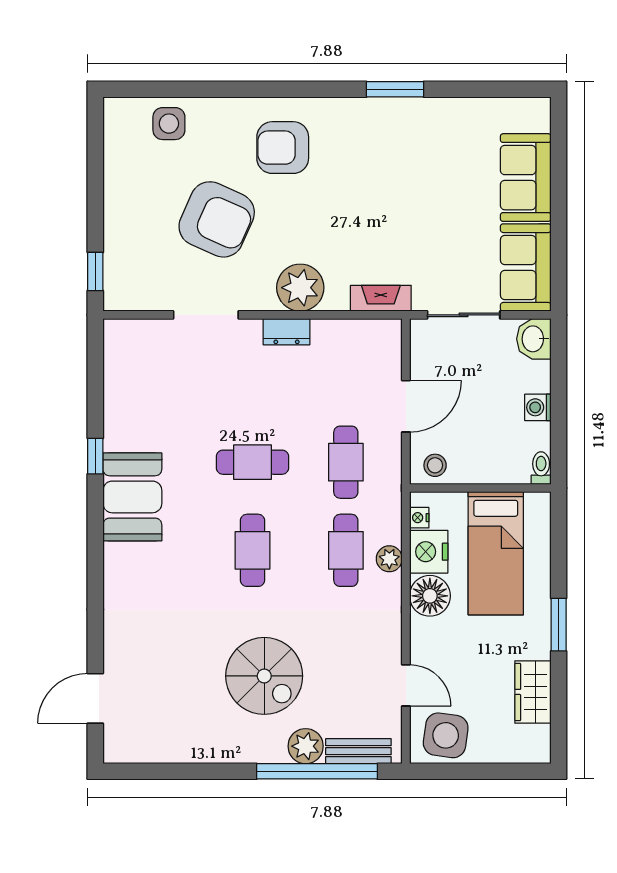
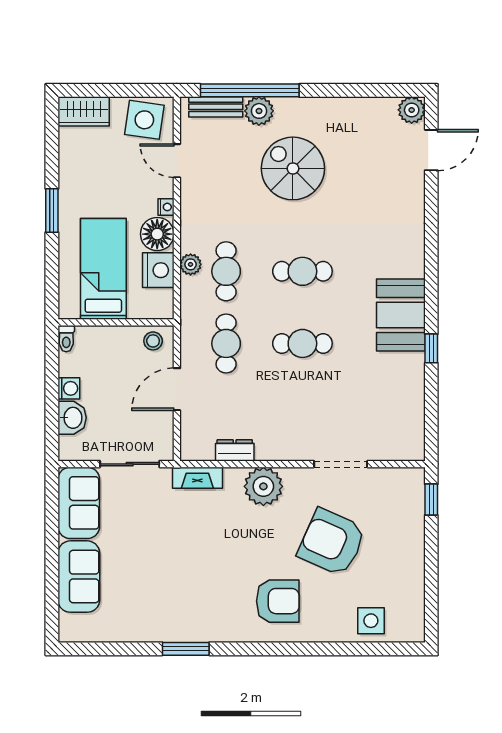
dresser: (287, 332) -> (235, 450), moved
washbasin: (534, 339) -> (72, 418), moved
nightstand: (419, 518) -> (166, 207), moved
cafe table: (253, 550) -> (302, 271), turned 90
wardrobe: (533, 692) -> (84, 111), moved, turned 90
plant: (119, 747) -> (412, 110), added

